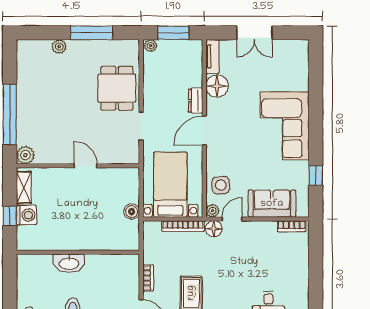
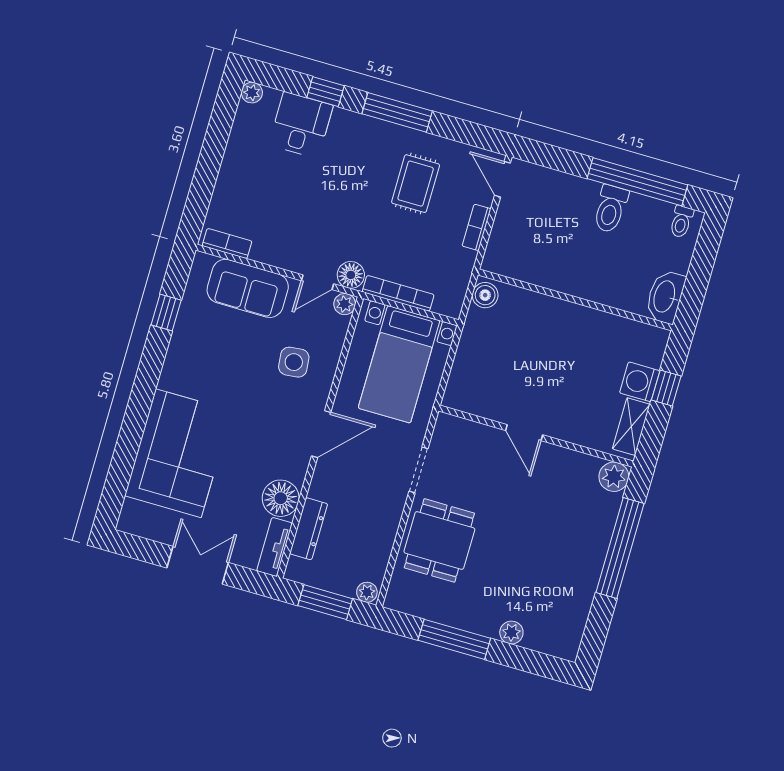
dresser: (196, 101) -> (309, 529), moved, width x1.44
corner sofa: (285, 126) -> (178, 453), moved
side table: (221, 185) -> (294, 362), moved
boiler: (132, 212) -> (485, 295), moved
washbasin: (69, 263) -> (665, 297), moved, turned -90

